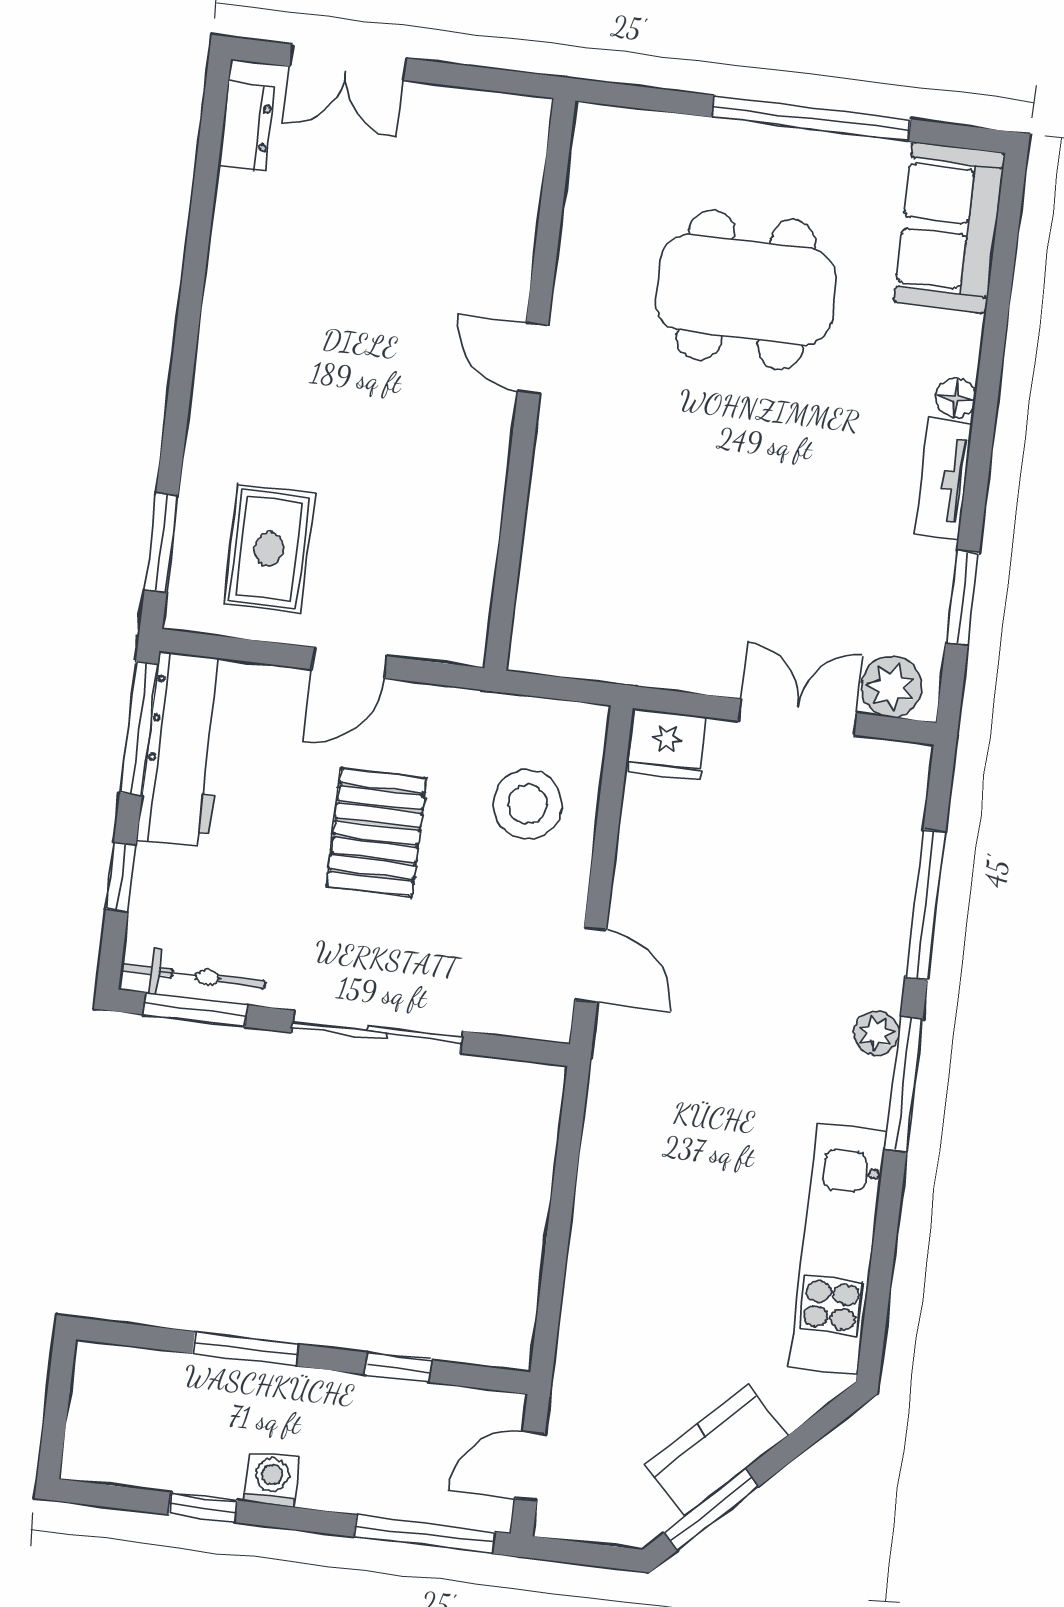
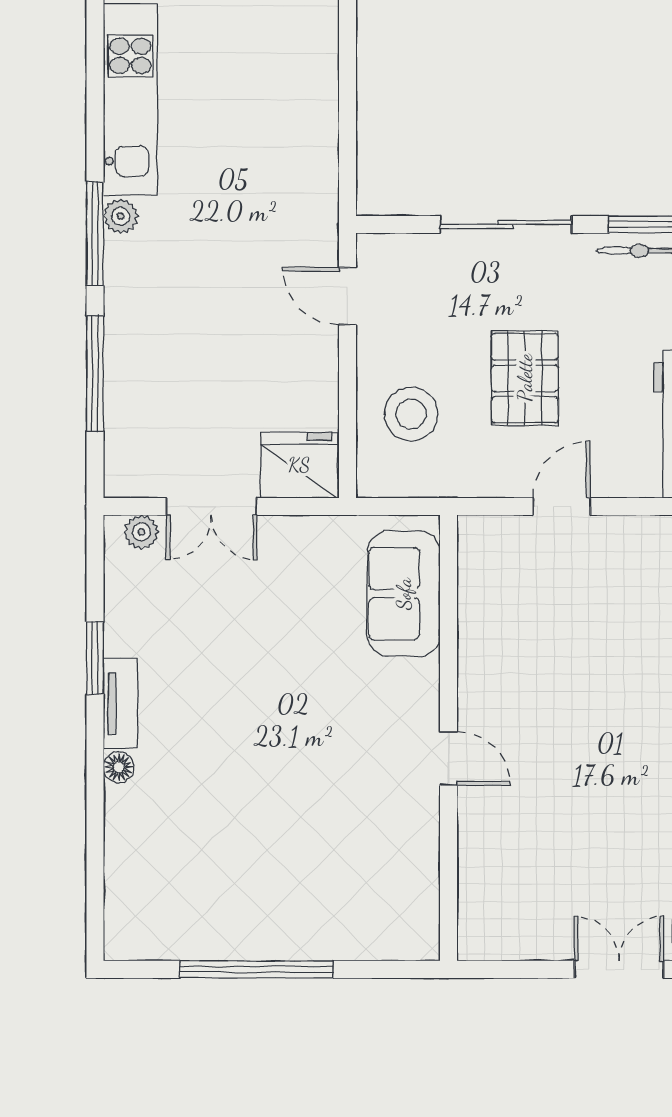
sofa: (949, 228) -> (404, 594), moved, turned 180
dining table: (746, 290) -> (291, 831), removed
rug: (269, 549) -> (634, 587), removed
window: (963, 598) -> (95, 658), moved
plant: (891, 687) -> (141, 532), width x0.73, depth x0.73
fridge: (667, 744) -> (299, 465), width x1.36, depth x1.34
plant: (877, 1033) -> (121, 216), moved

